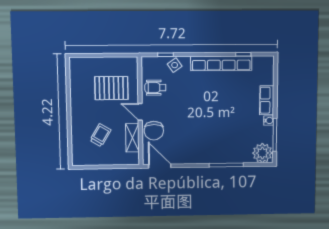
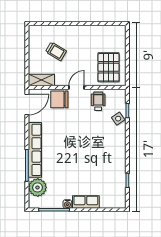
row of seats: (221, 63) -> (35, 150), moved, turned 180
pallet: (111, 88) -> (109, 67), moved
shelving: (132, 138) -> (41, 80), moved
plant: (262, 153) -> (38, 187), moved

